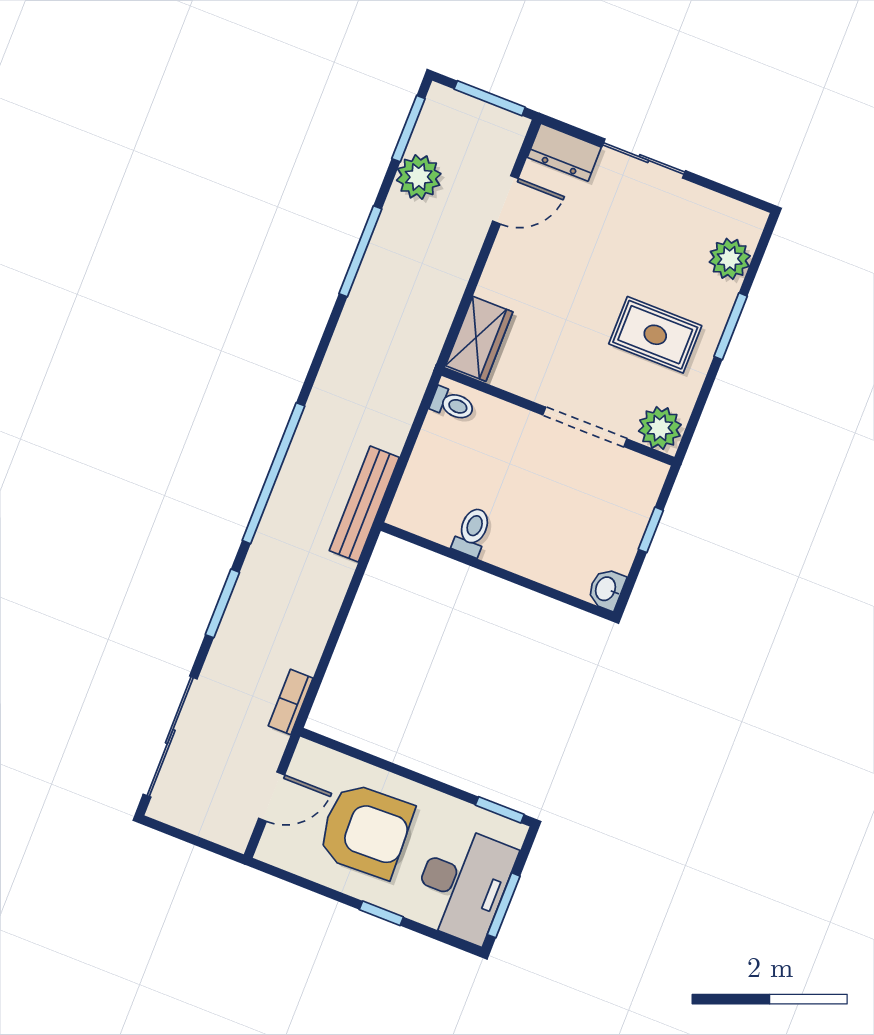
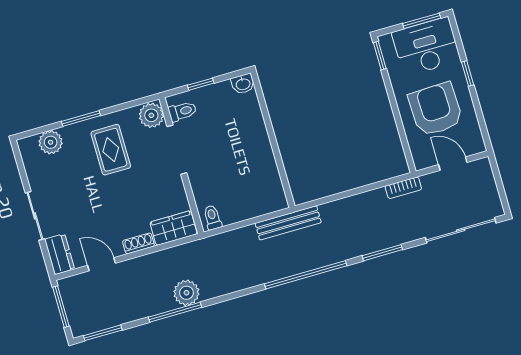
plant: (419, 177) -> (186, 293), moved
shoe rack: (495, 274) -> (138, 243), added
toilet: (472, 532) -> (182, 111), moved, turned 180

